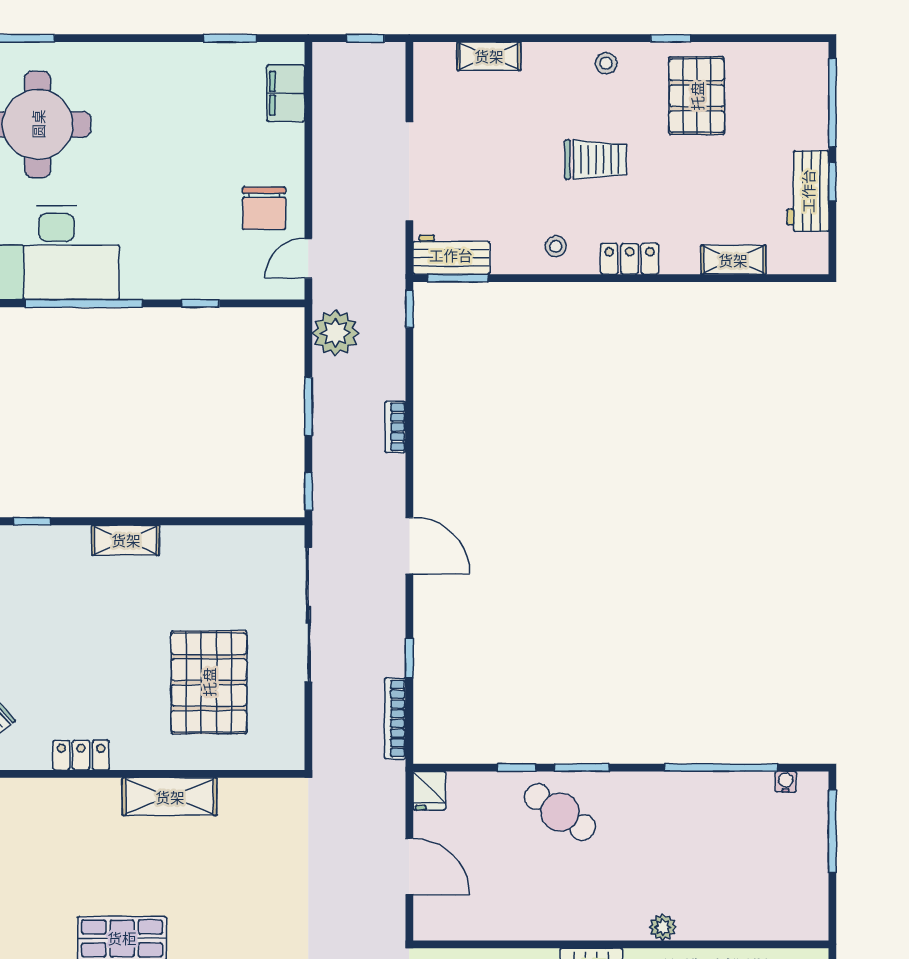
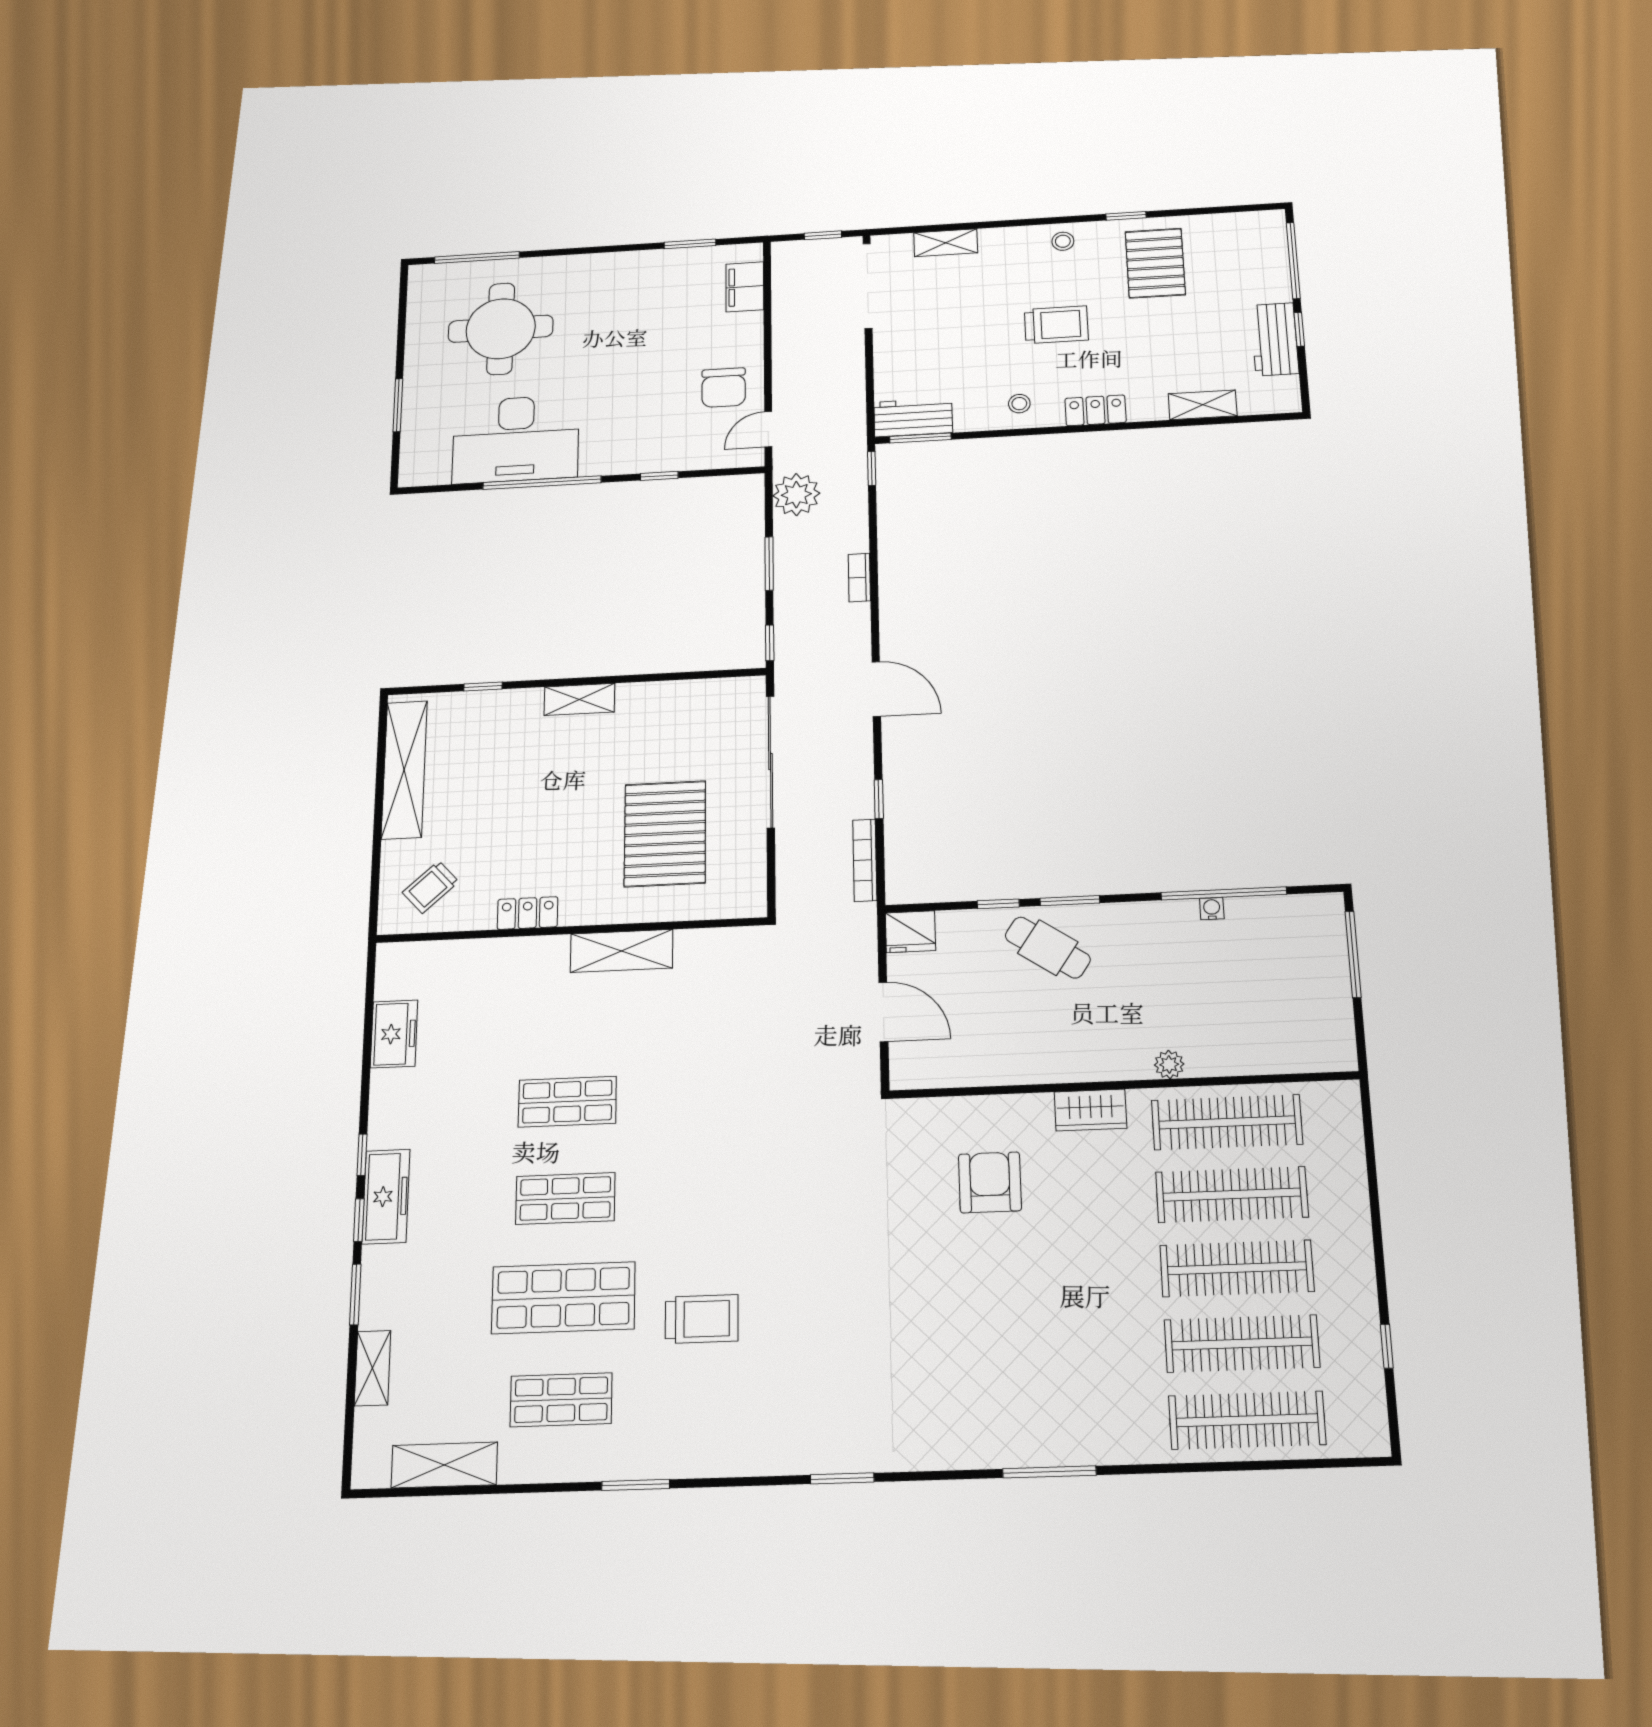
doorway: (409, 171) -> (868, 286), moved
water cooler: (786, 782) -> (1212, 909), moved
fridge: (429, 791) -> (910, 932), width x1.38

